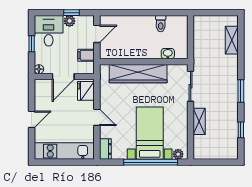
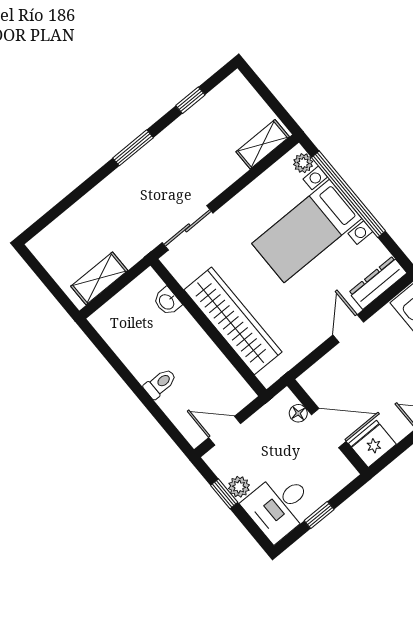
toilet: (161, 24) -> (160, 383), moved
shelving: (232, 40) -> (99, 278), moved
filing cabinet: (86, 55) -> (269, 421), removed
floor lamp: (39, 69) -> (298, 413), moved
fridge: (86, 91) -> (372, 444), moved, turned 180
shelving: (199, 121) -> (263, 144), moved
dresser: (105, 149) -> (378, 283), width x1.44

